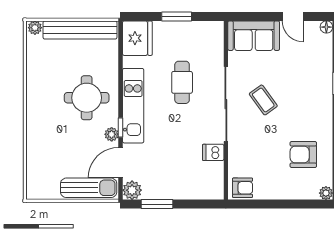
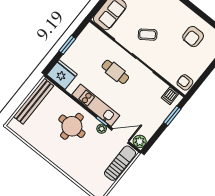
plant: (35, 28) -> (13, 124), removed
cafe table: (182, 82) -> (115, 72), moved
dishwasher: (213, 152) -> (170, 96), moved
door: (121, 163) -> (120, 136), swing flipped
armchair: (243, 188) -> (185, 82), turned -90
window: (157, 204) -> (172, 116), moved

